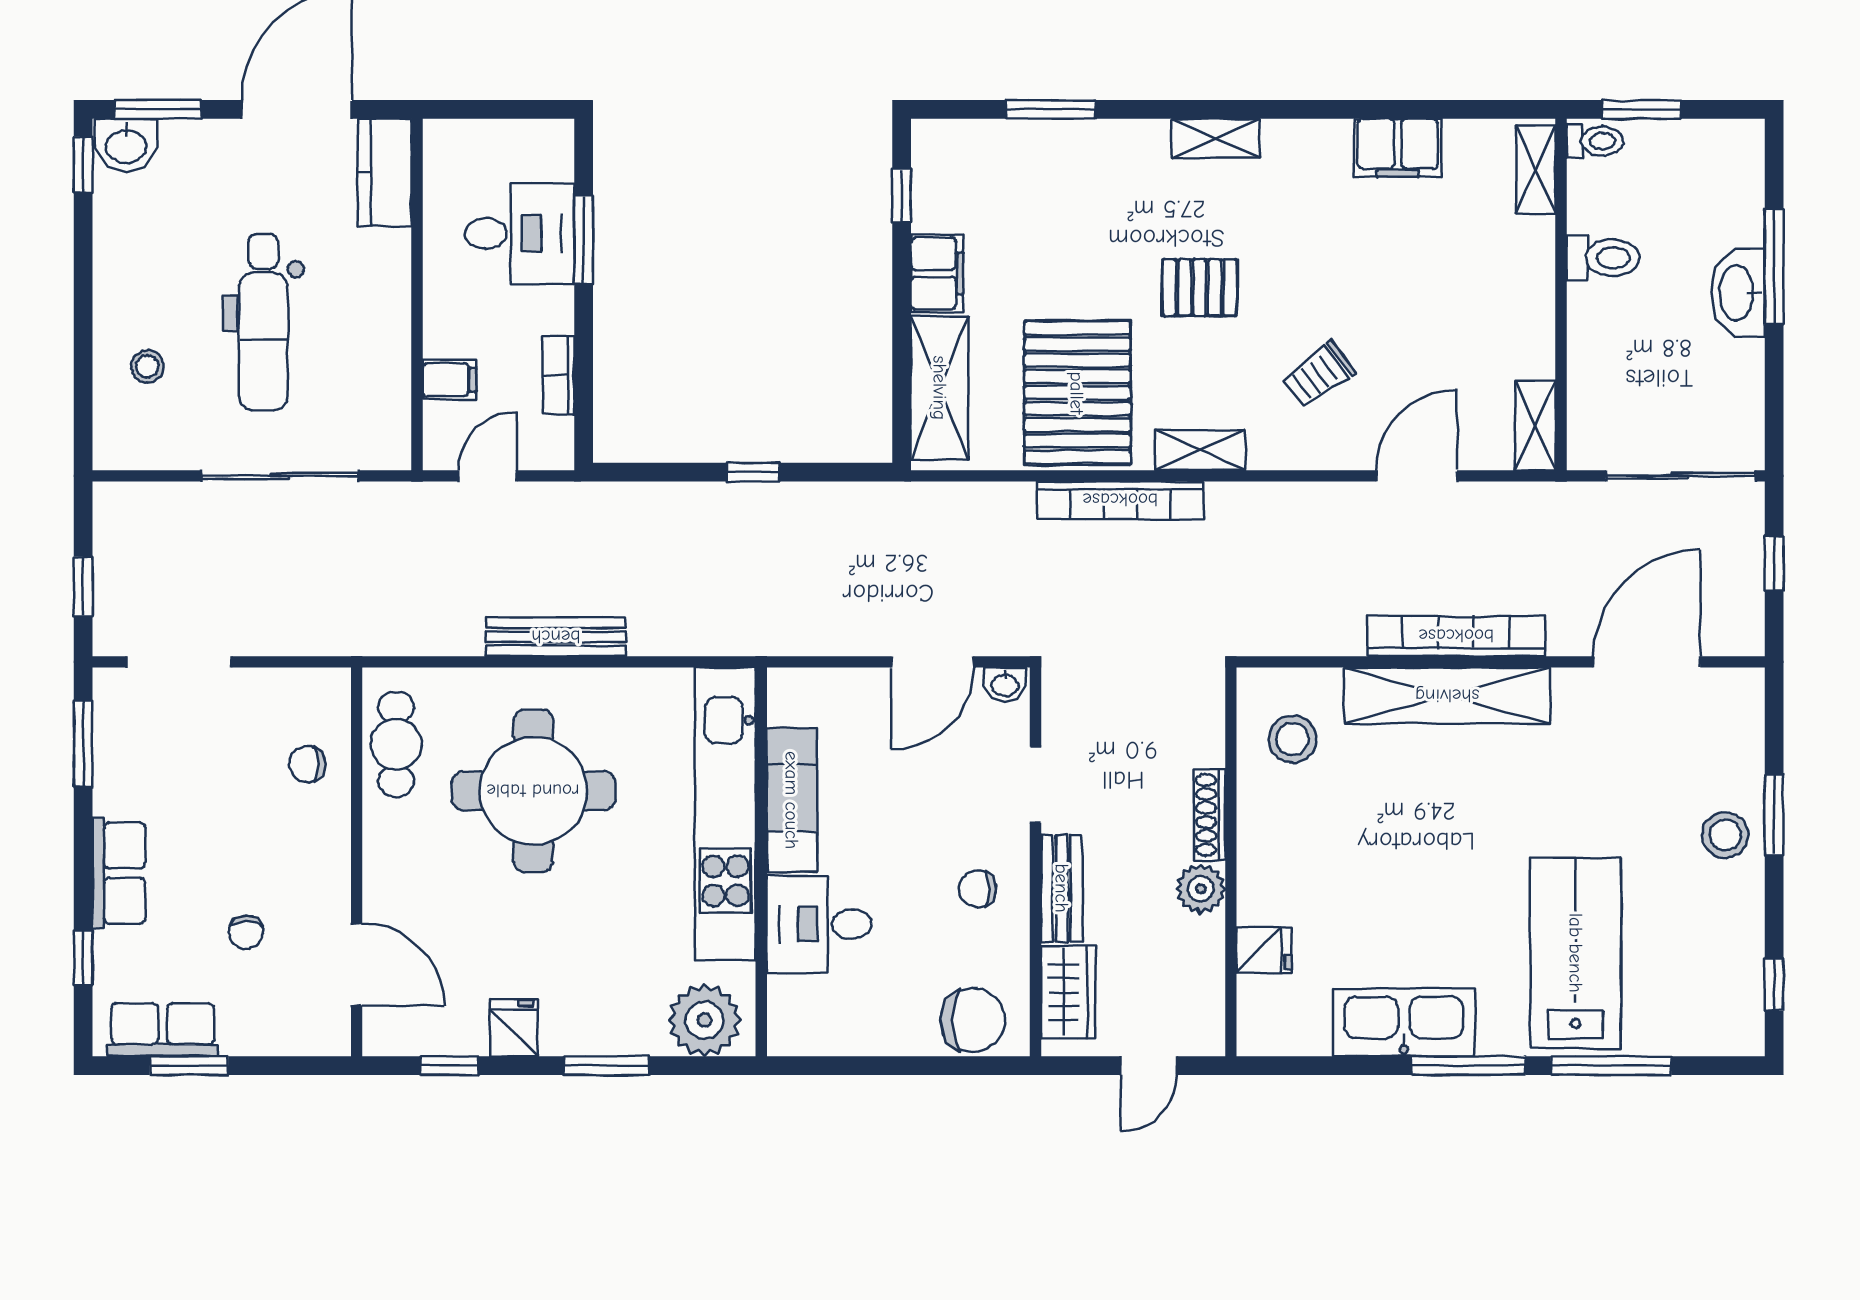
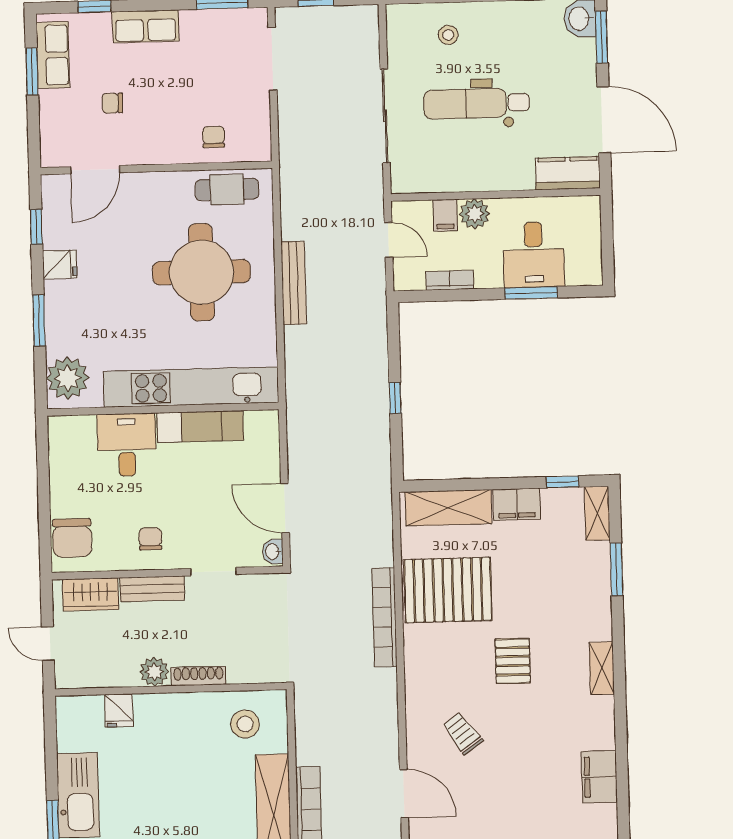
plant: (448, 330) -> (475, 214), added
shelving: (1200, 450) -> (597, 513), moved

